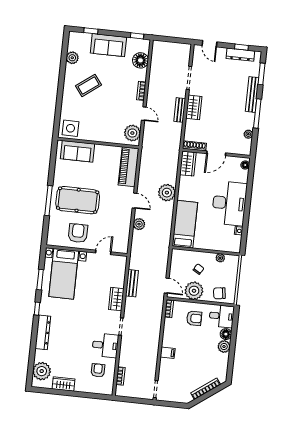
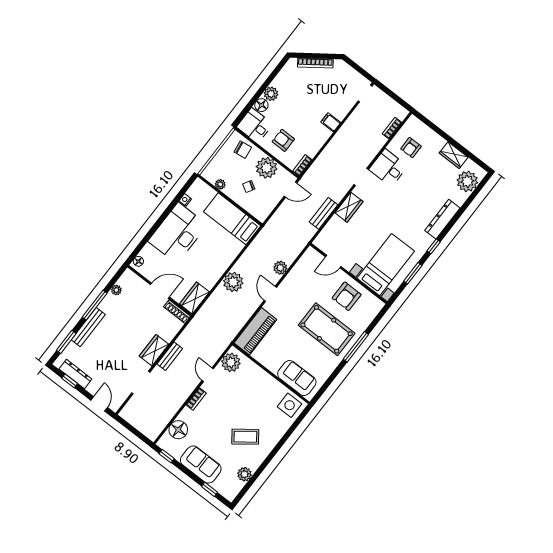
bed: (185, 224) -> (232, 219), moved, turned 90
door: (167, 286) -> (291, 190), swing flipped

